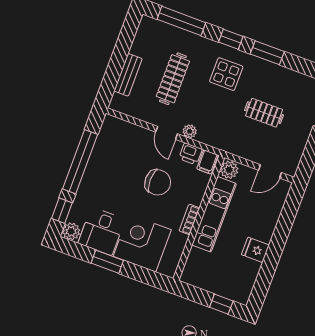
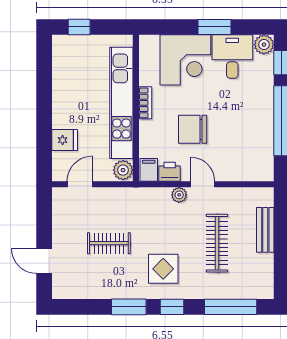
kitchen unit: (214, 214) -> (121, 103), width x1.36
fridge: (255, 250) -> (65, 140), moved

